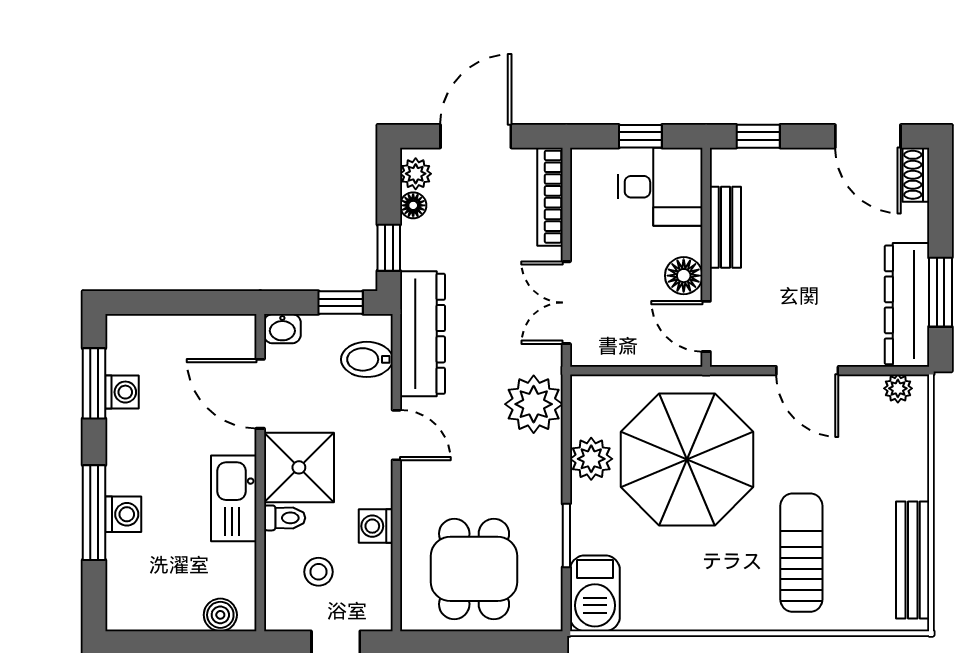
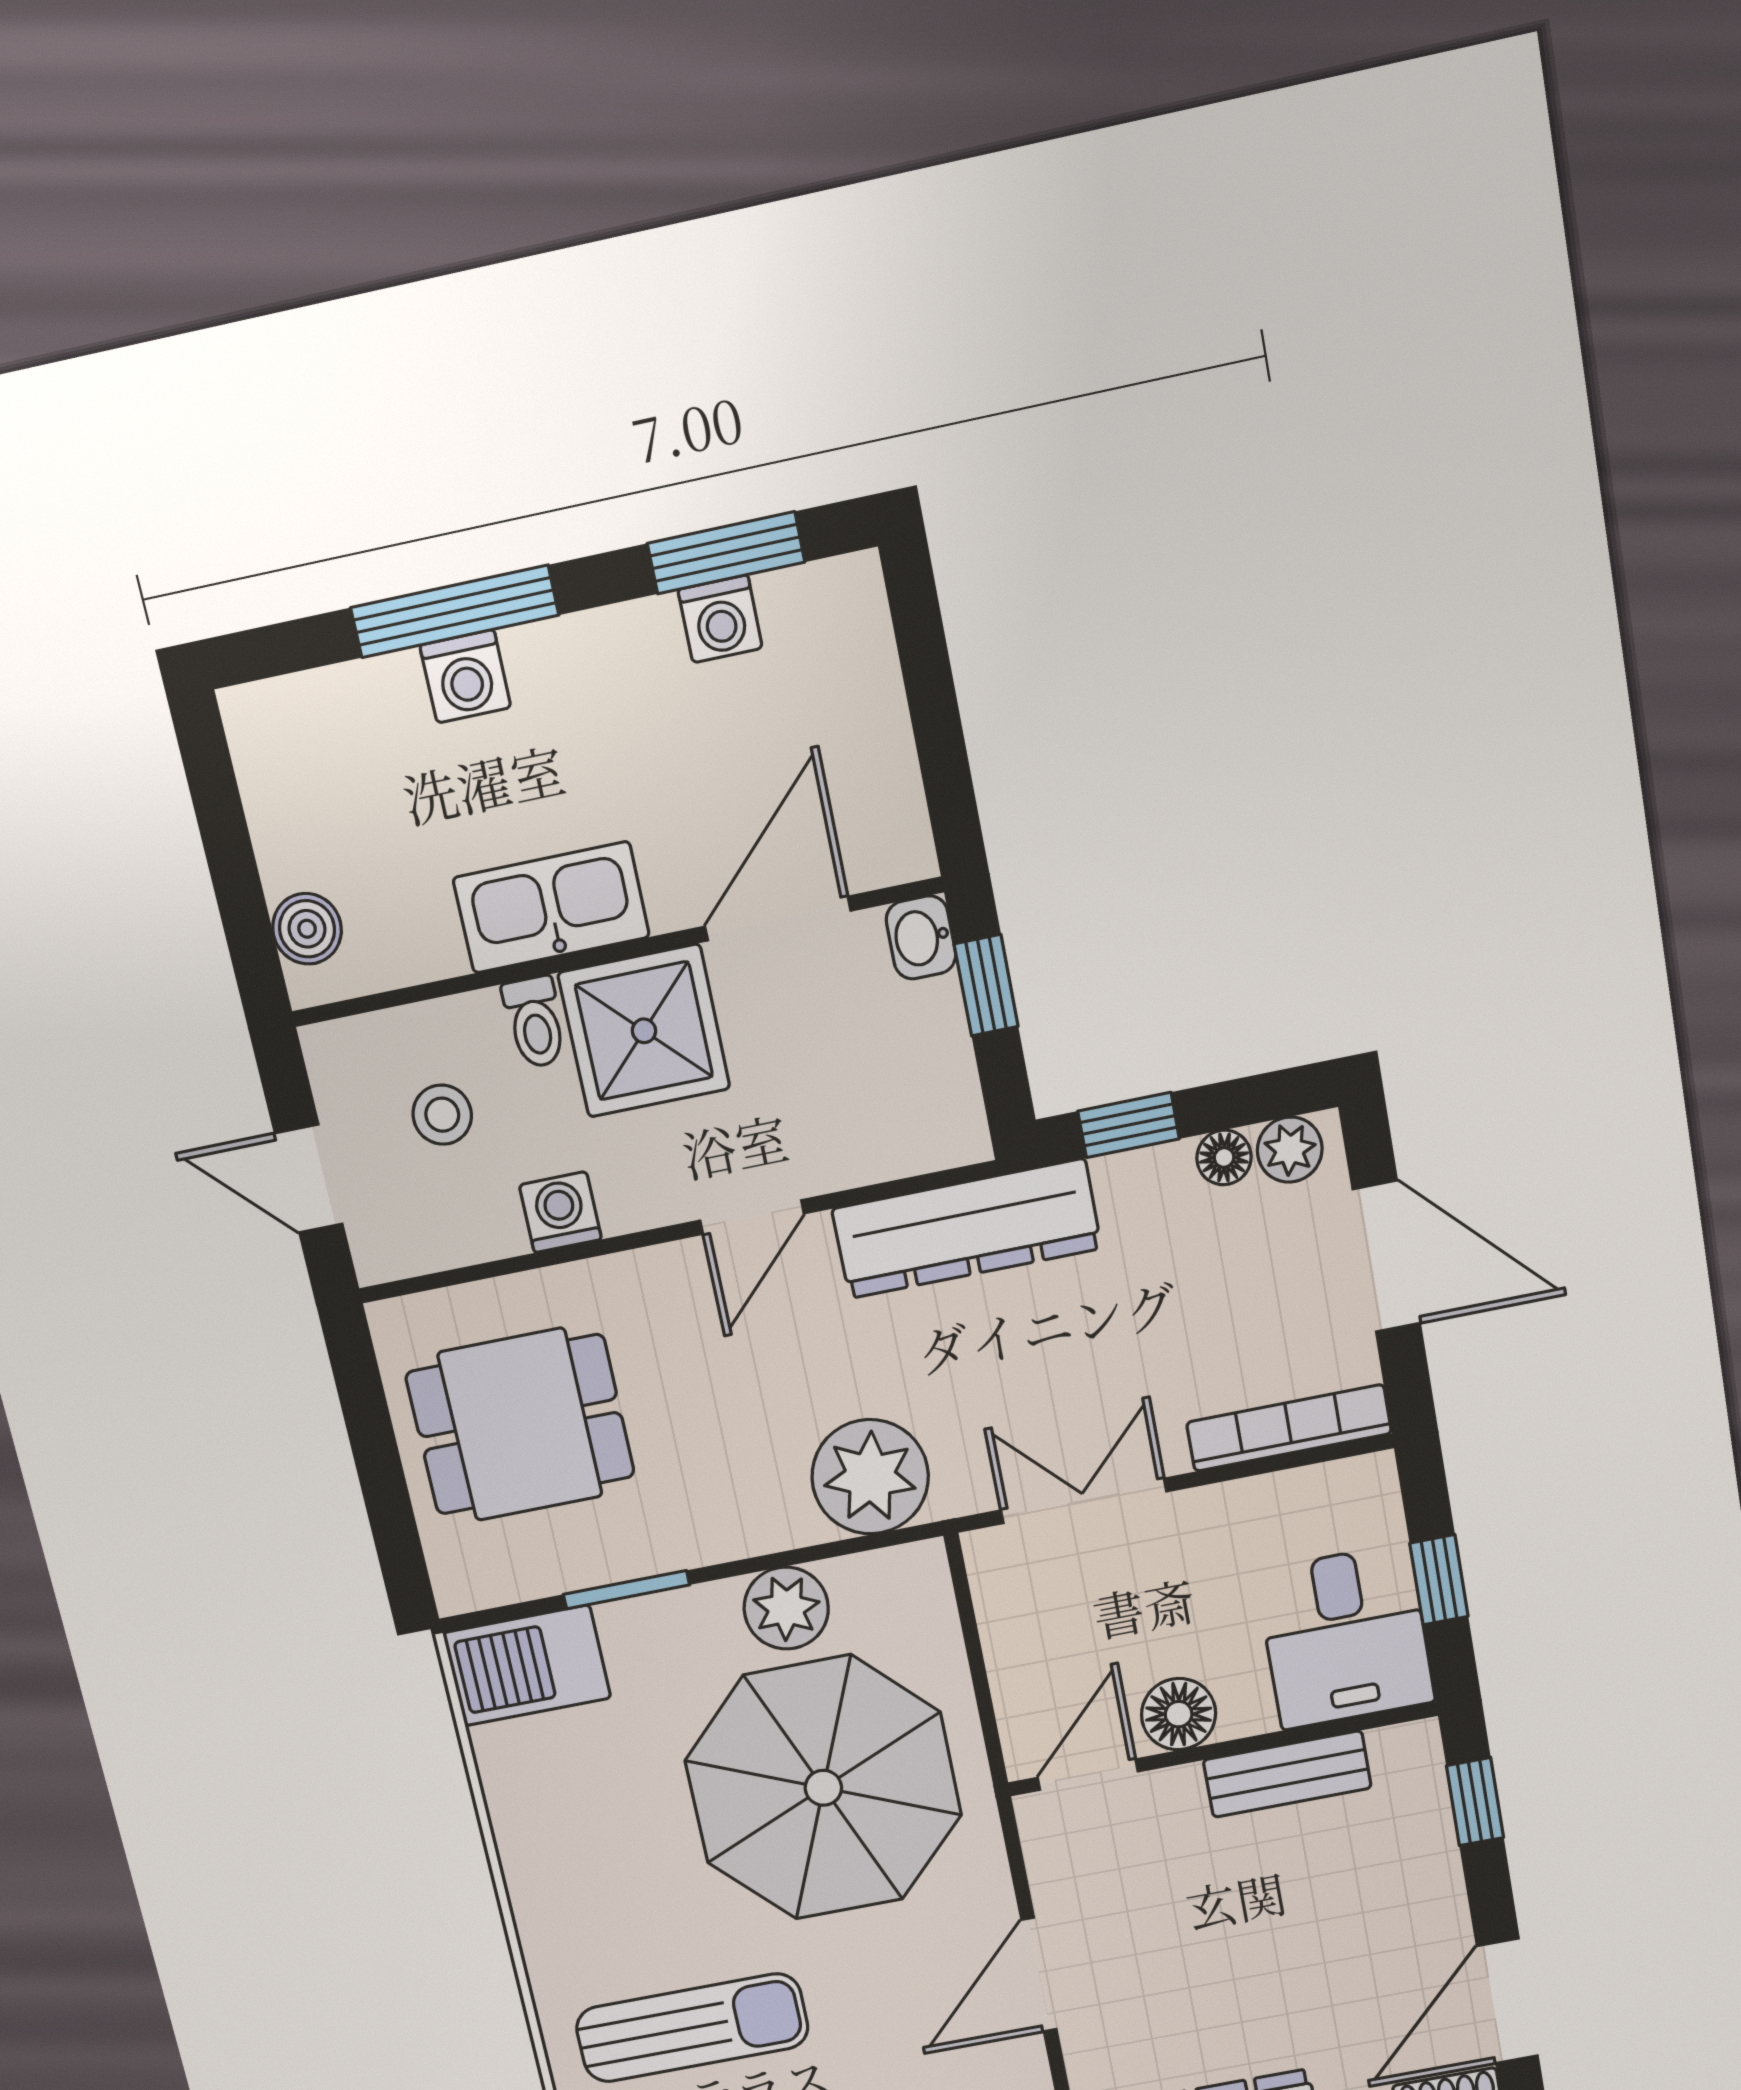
window: (341, 303) -> (986, 985), moved
bidet: (367, 359) -> (893, 1126), removed

